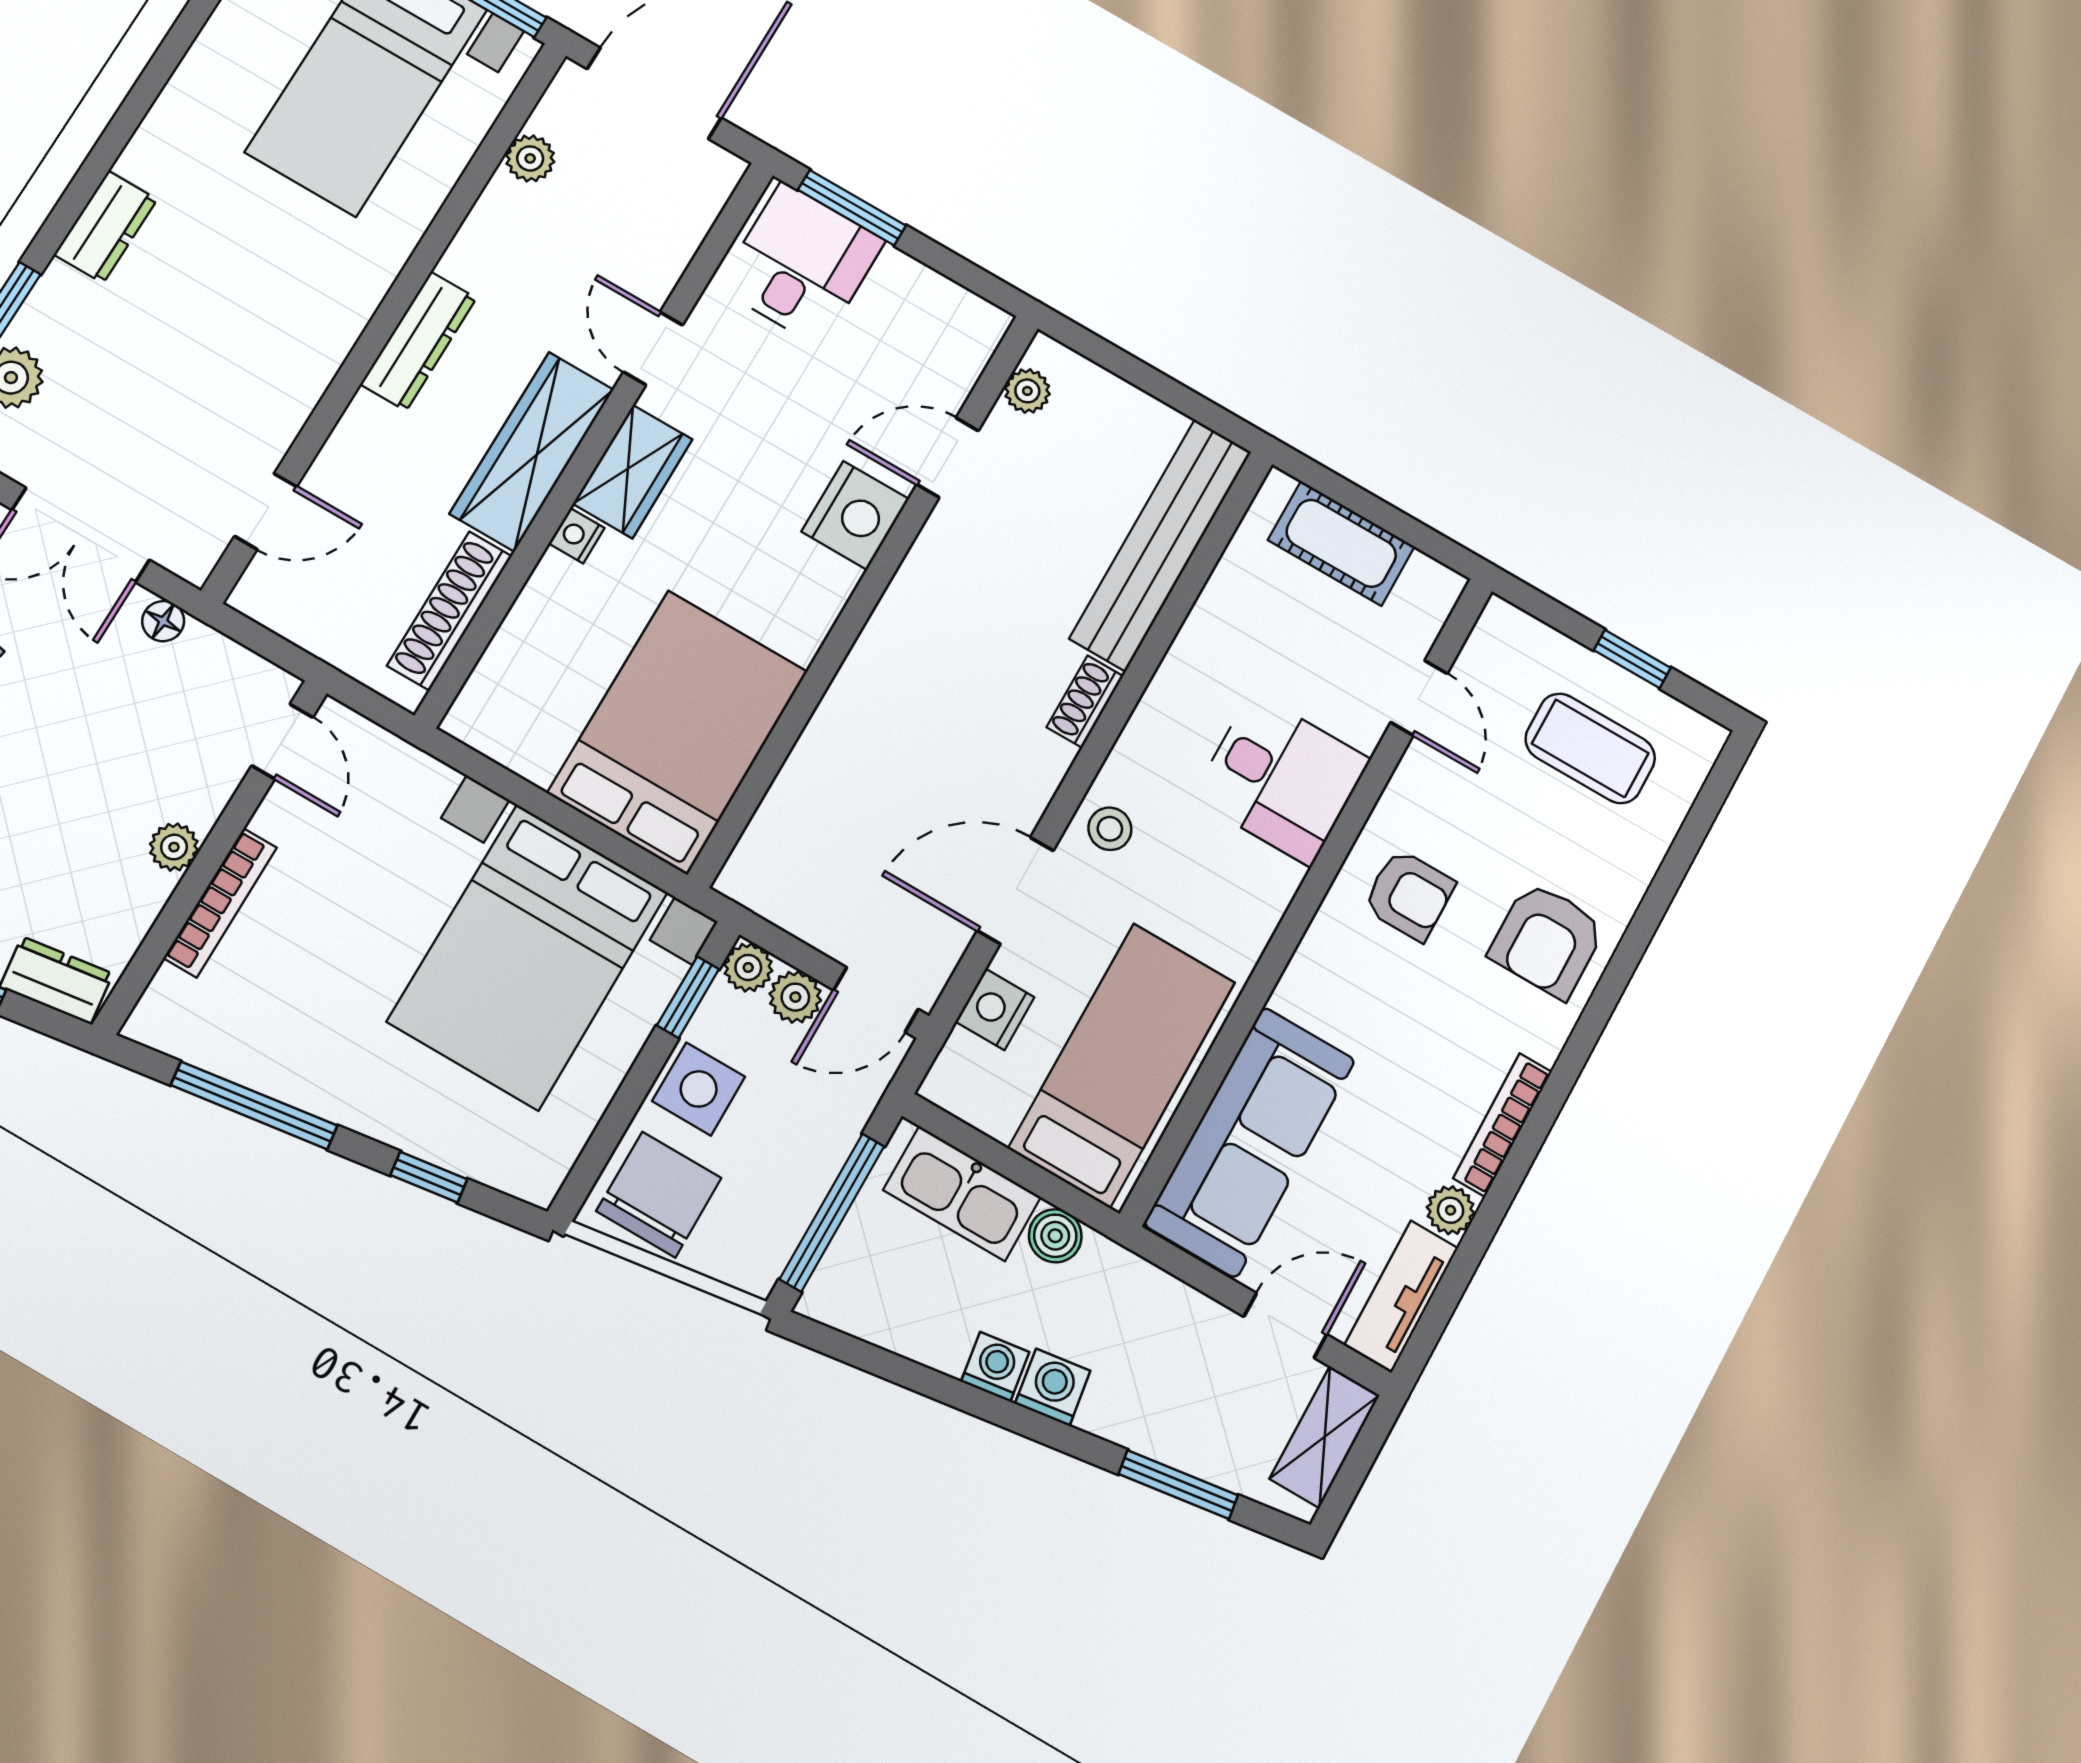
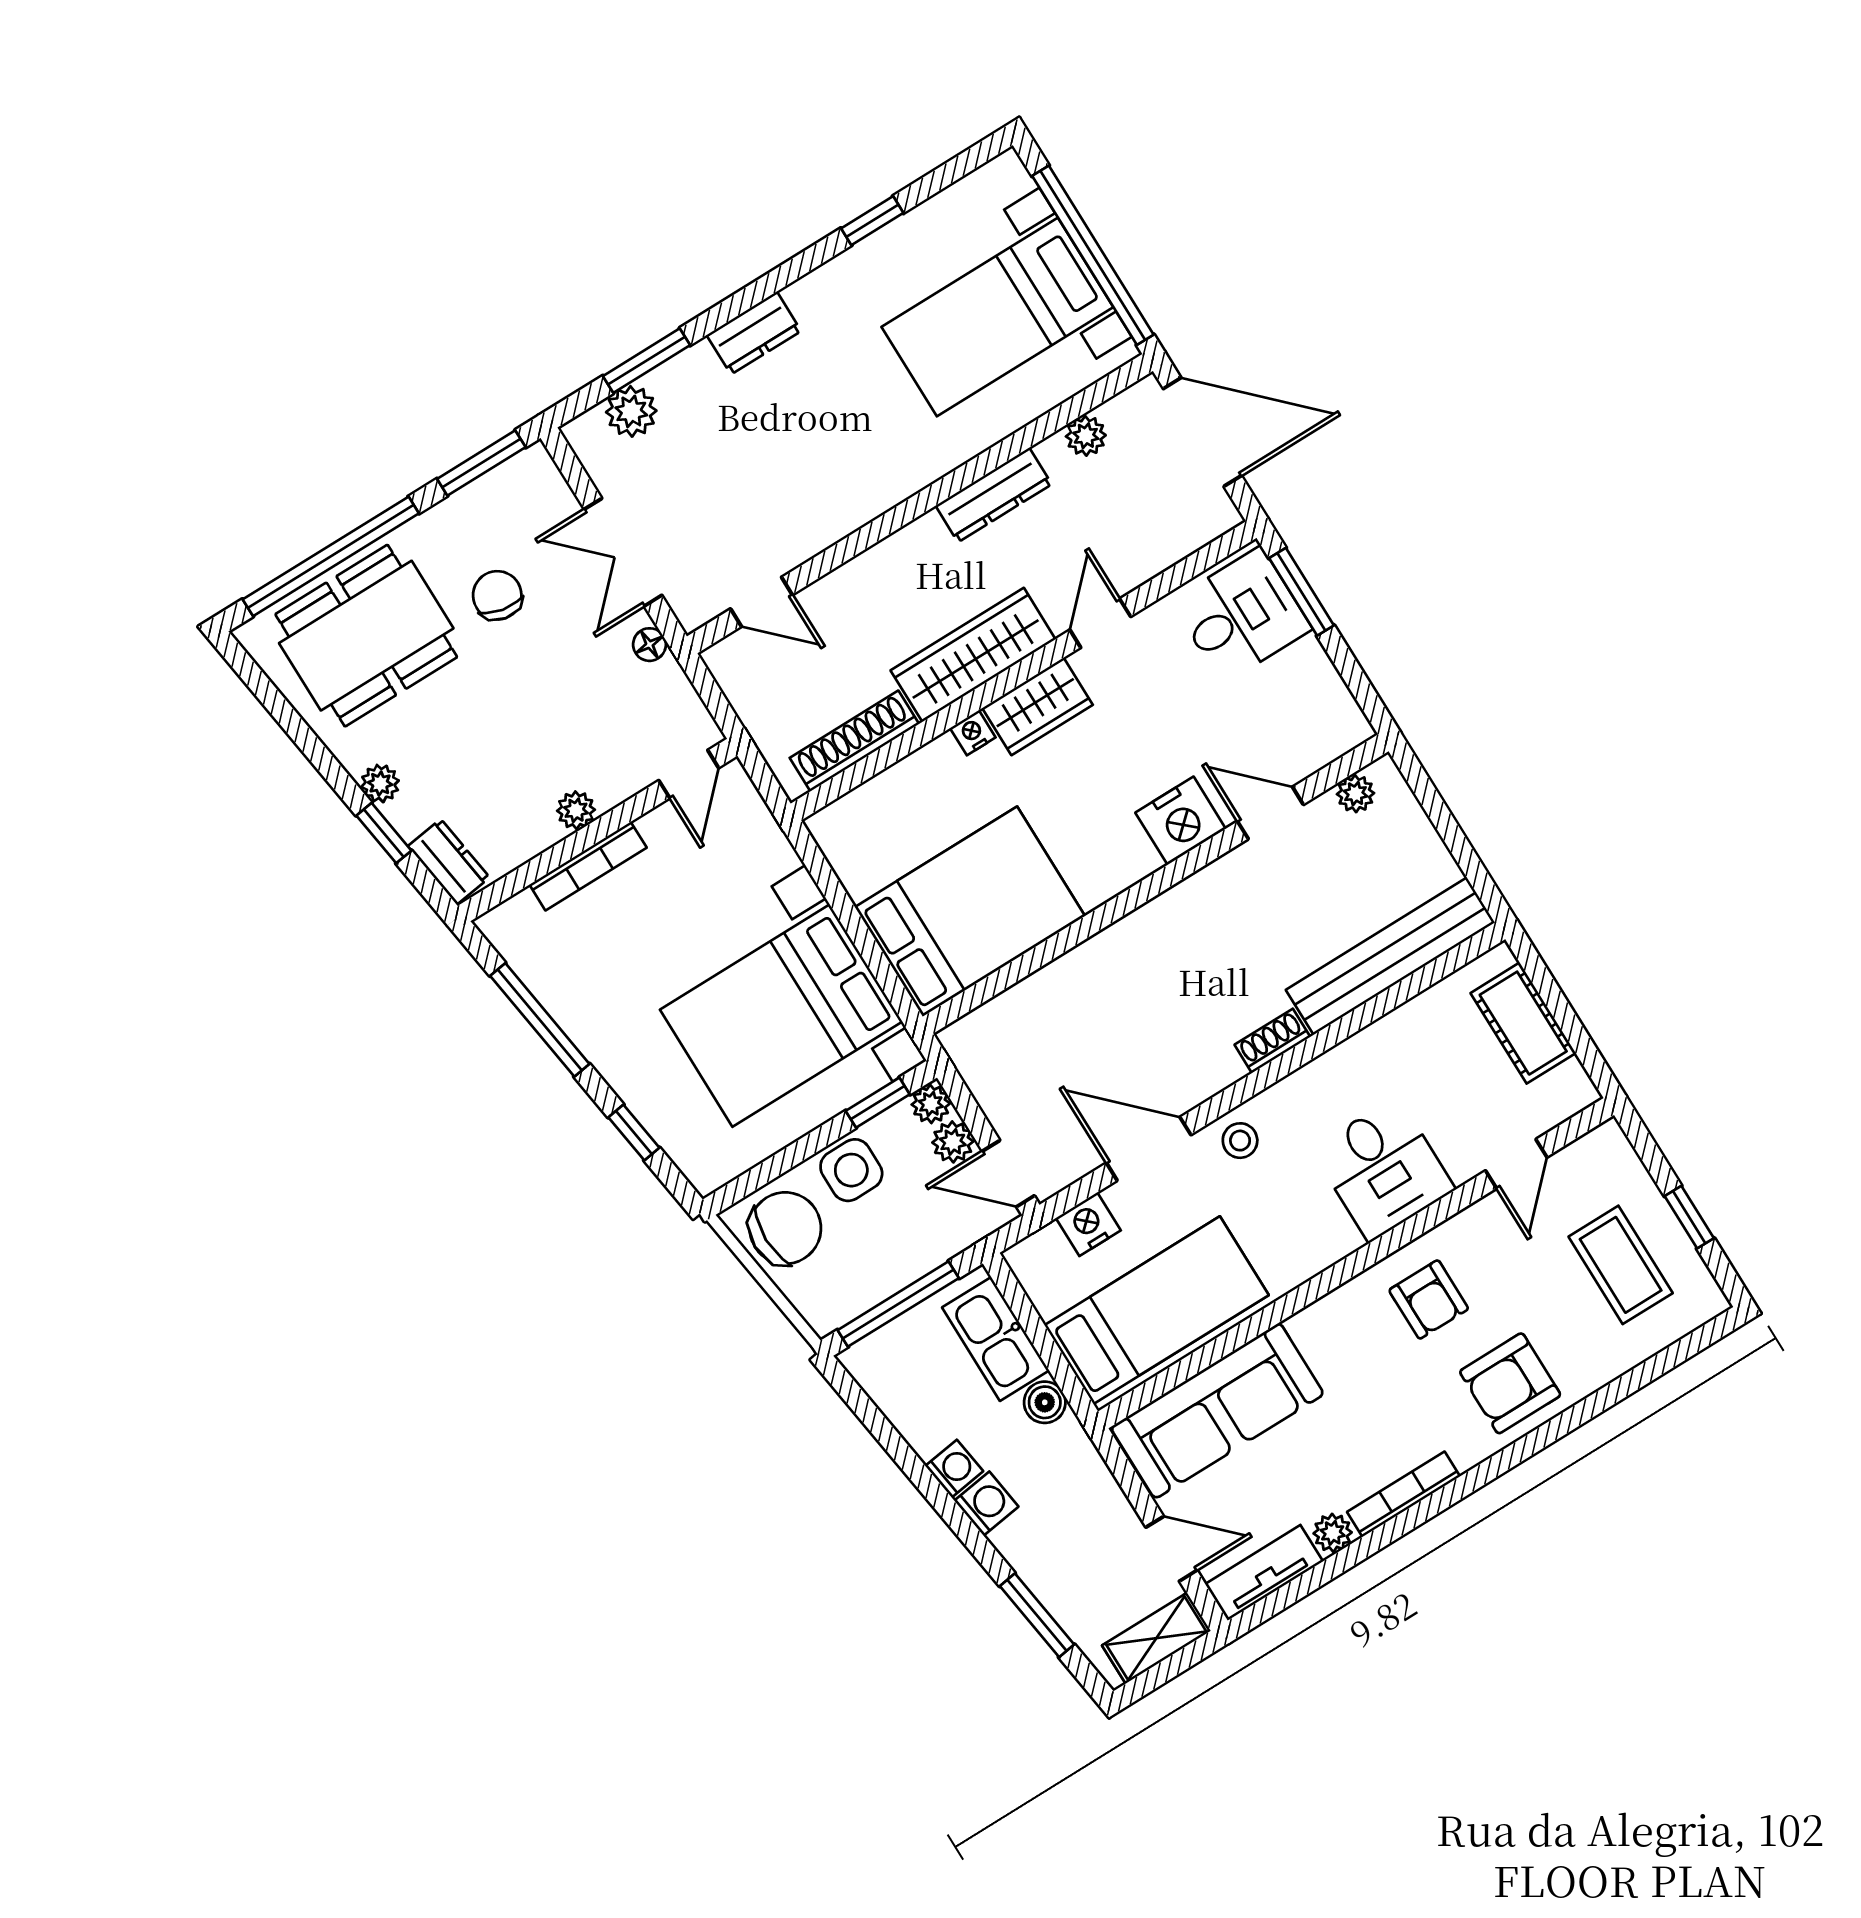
window: (175, 46) -> (872, 221), added
dresser: (418, 341) -> (994, 495), moved

